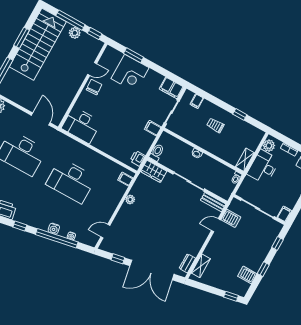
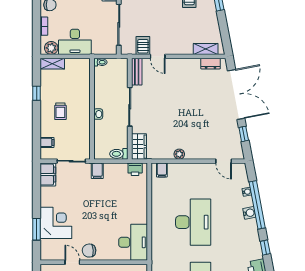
shelving: (245, 160) -> (52, 64), moved

